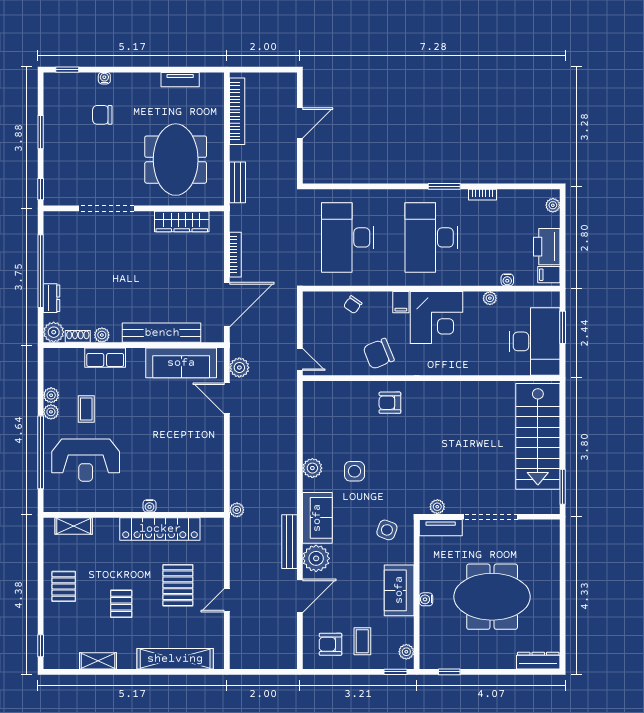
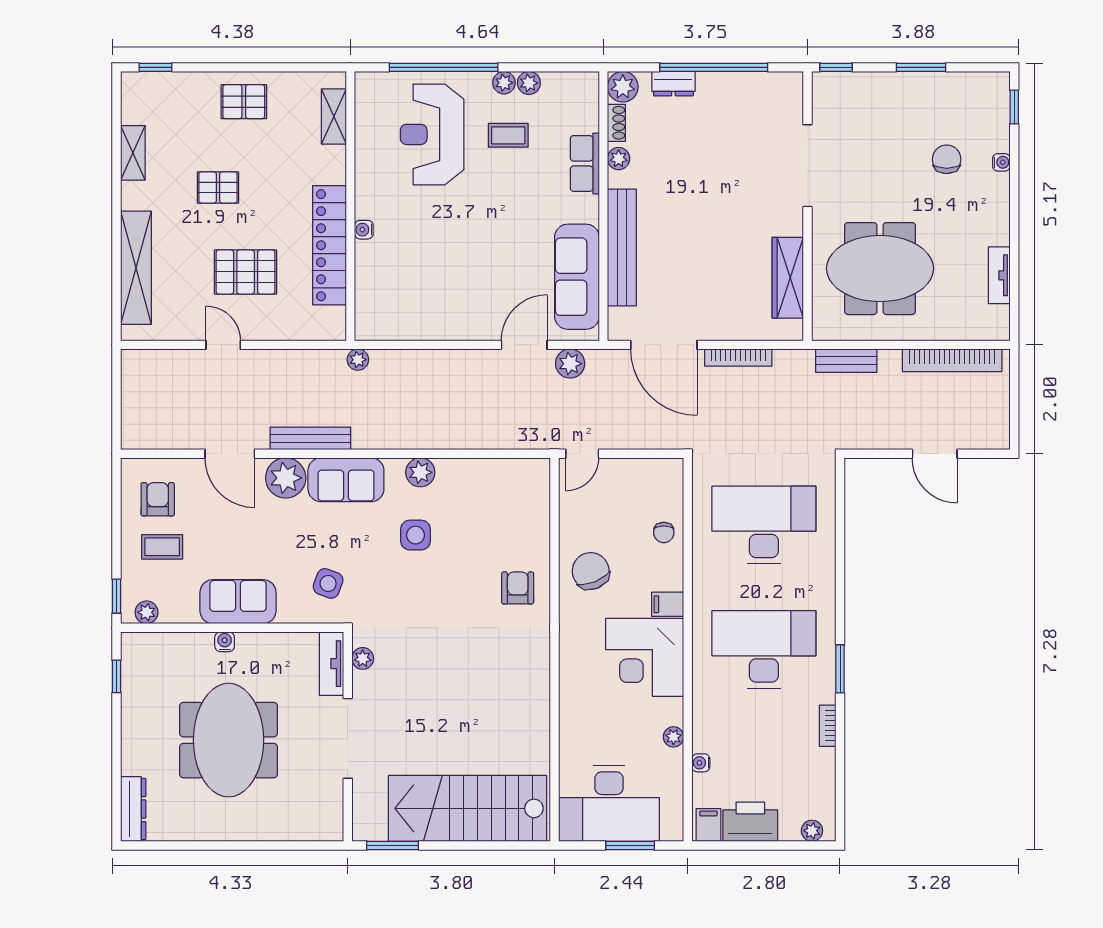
chair: (353, 305) -> (664, 532), turned -125

